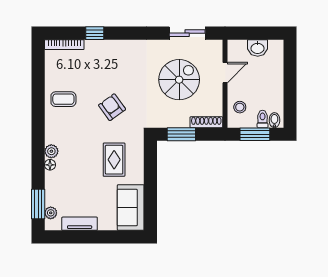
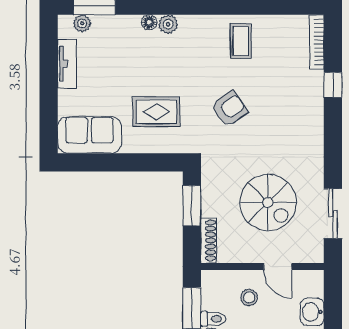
stool: (240, 107) -> (249, 297), moved

